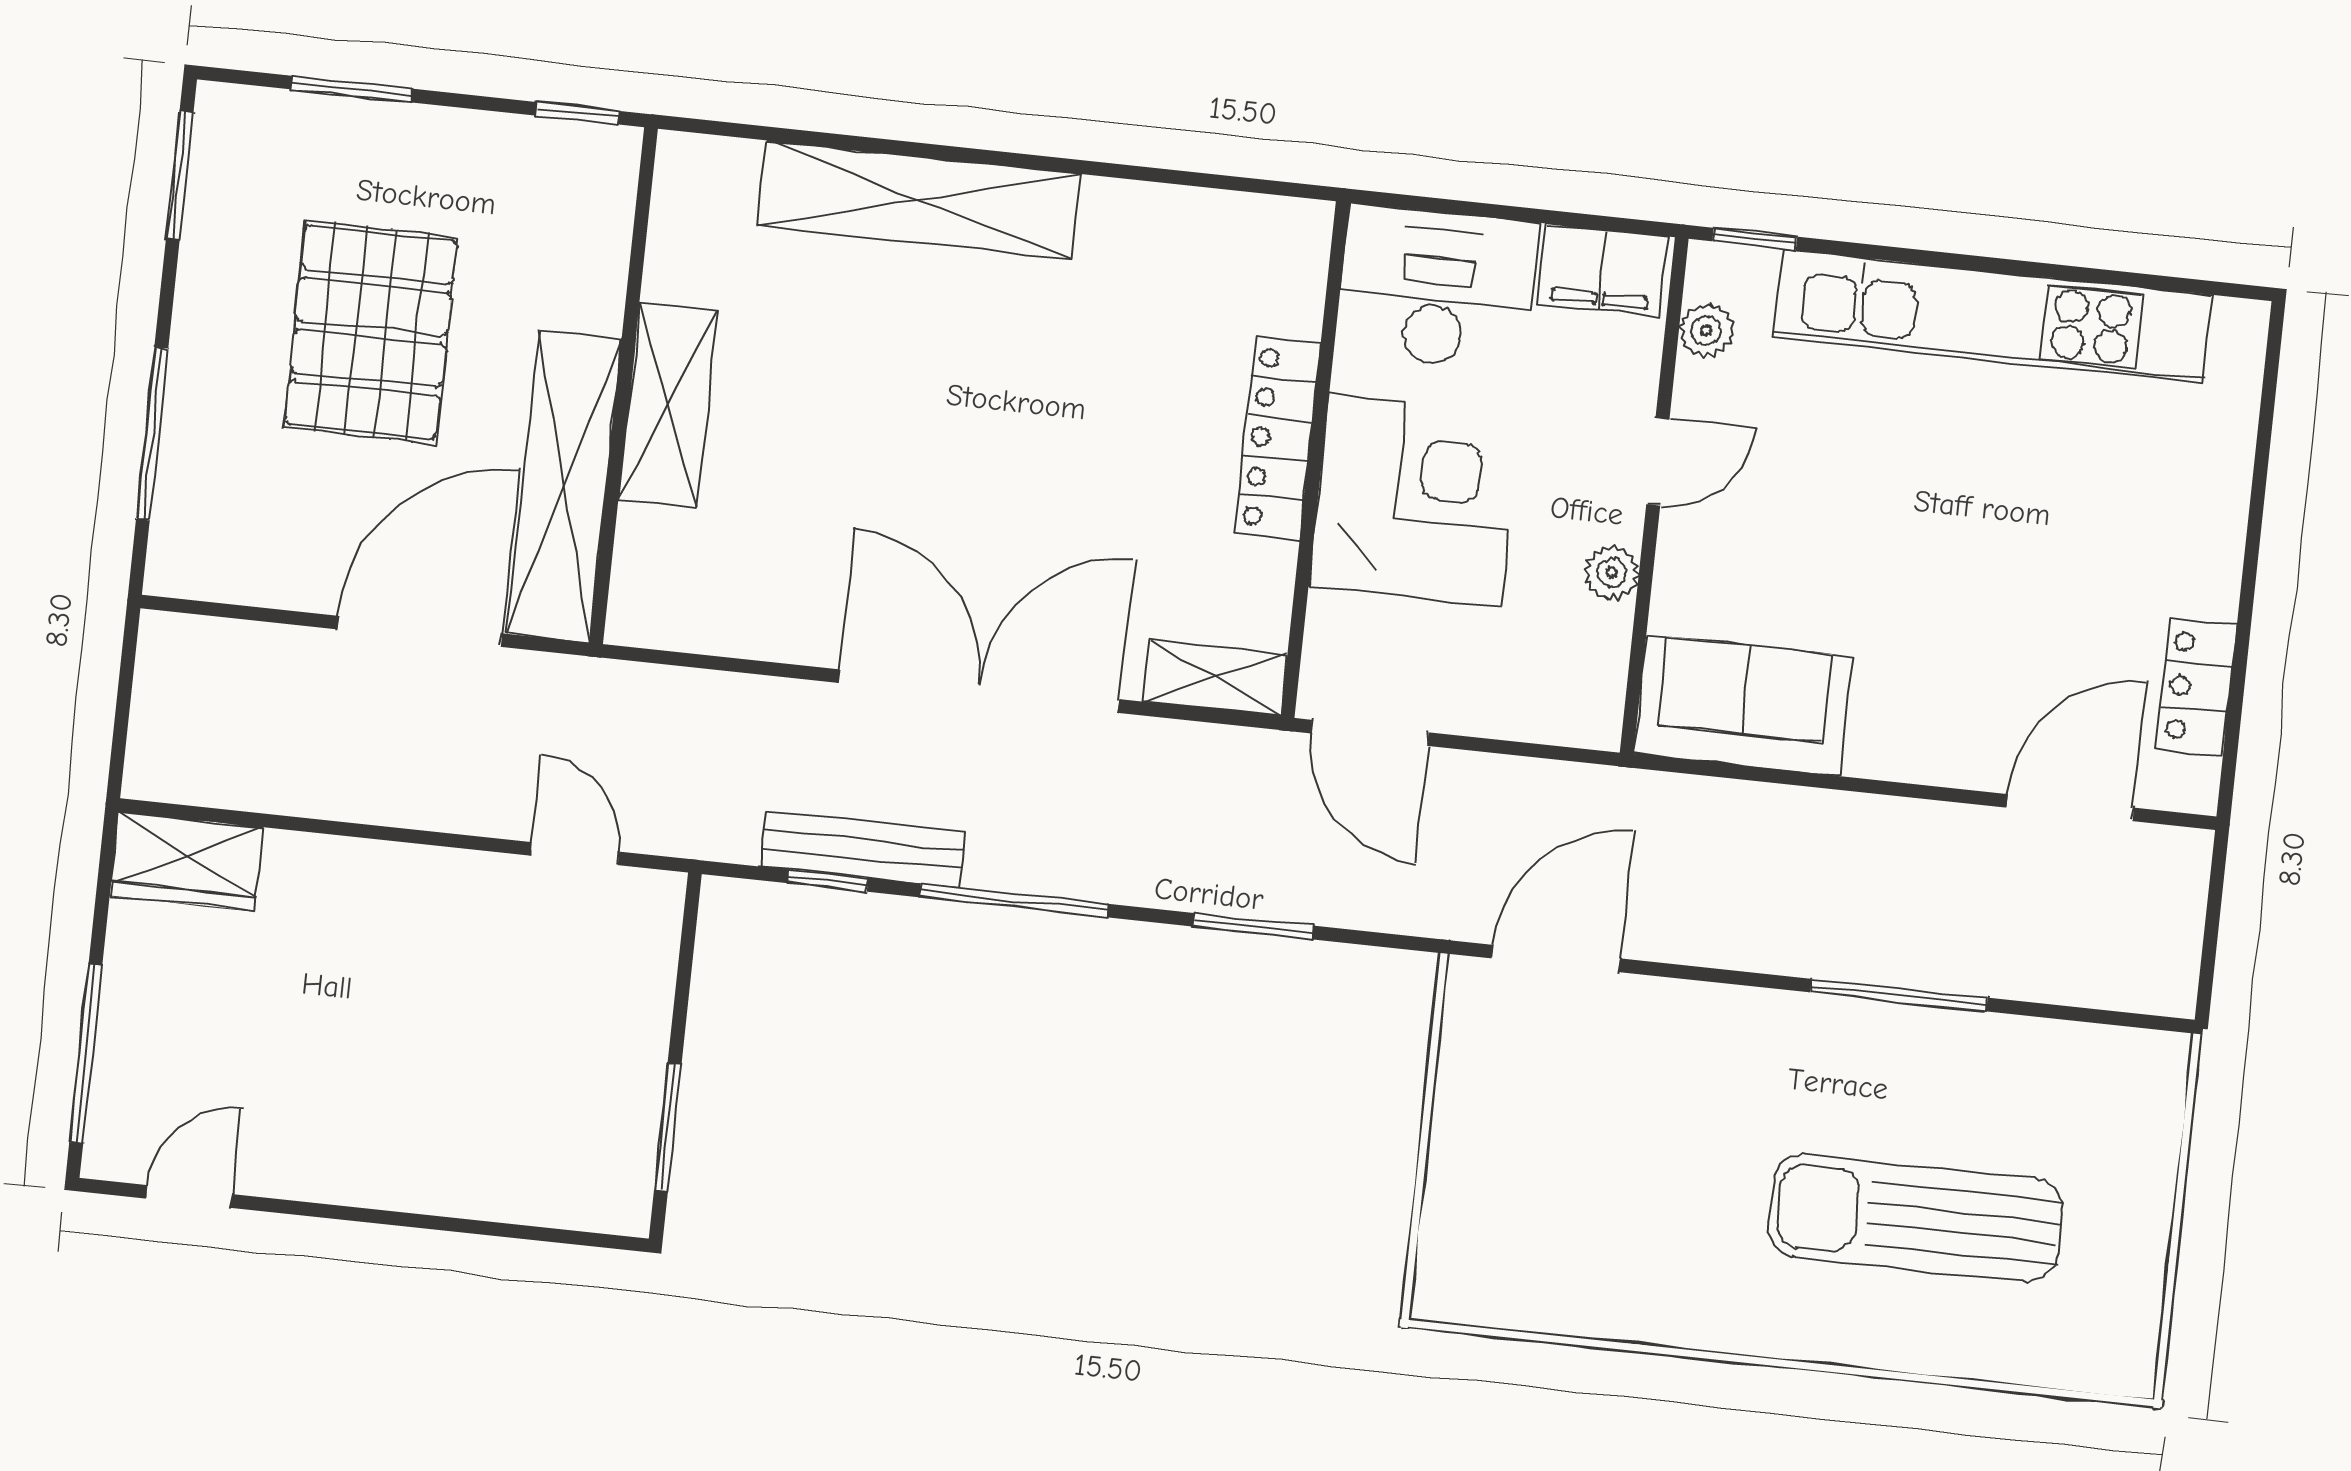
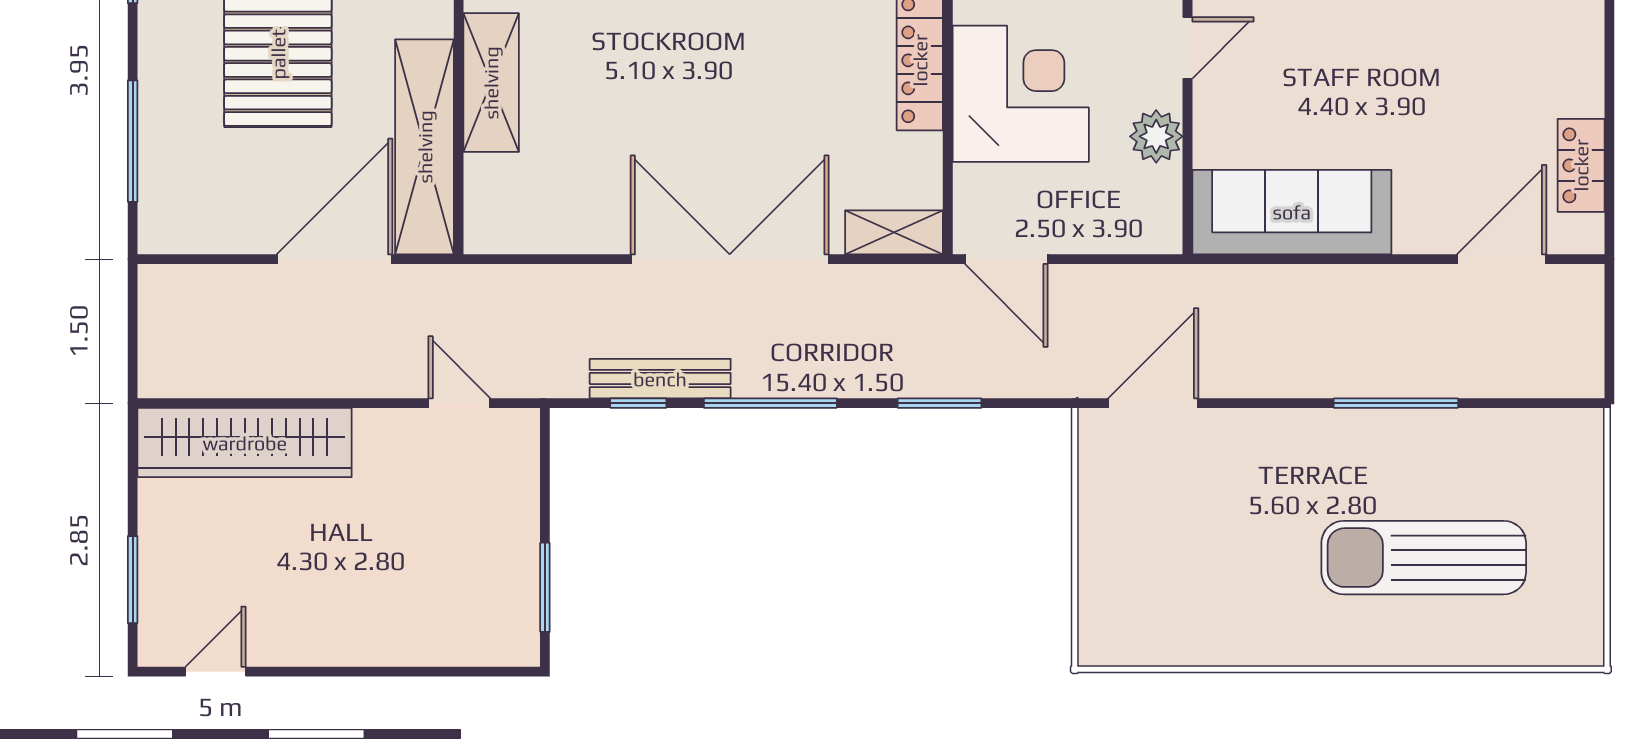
plant: (1612, 573) -> (1156, 136), width x1.38, depth x1.38
sofa: (1743, 705) -> (1292, 212), width x1.36
wardrobe: (186, 861) -> (245, 443), width x2.10, depth x1.17
window: (86, 1054) -> (133, 580), width x0.69

